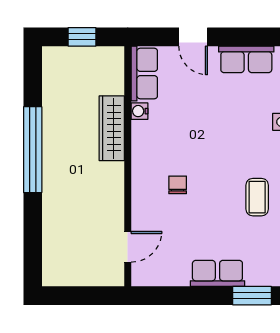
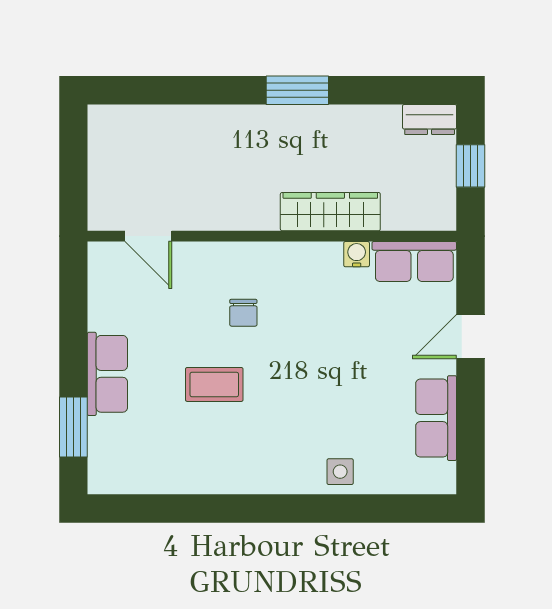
dresser: (52, 64) -> (430, 119), added
window: (33, 150) -> (297, 90), width x0.47
chair: (178, 185) -> (243, 313), turned 90
coffee table: (257, 197) -> (214, 384), moved

